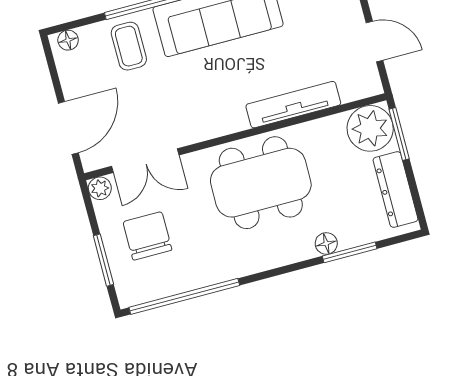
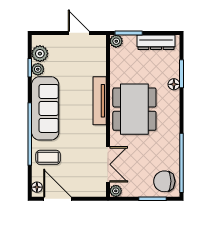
door: (375, 42) -> (79, 33), hinge flipped
tv unit: (293, 105) -> (100, 101), moved
door: (68, 128) -> (57, 199), moved
plant: (370, 128) -> (116, 41), width x0.53, depth x0.53
chair: (147, 236) -> (164, 181), moved

